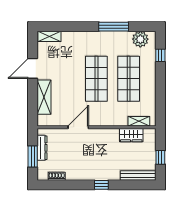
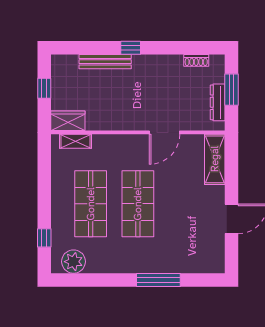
window: (114, 27) -> (158, 280), moved
shelving: (49, 36) -> (207, 266), removed
shelving: (44, 97) -> (215, 159), moved
wardrobe: (131, 135) -> (68, 121), moved
bench: (138, 175) -> (105, 62), moved

